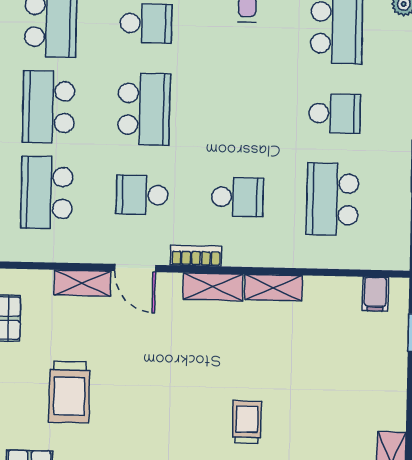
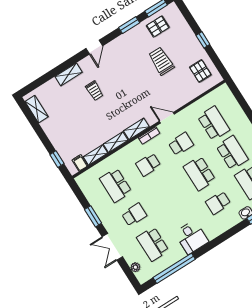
school desk: (335, 113) -> (134, 215), turned 180
school desk: (333, 199) -> (116, 185), turned 180
shelving: (82, 283) -> (96, 155), moved

